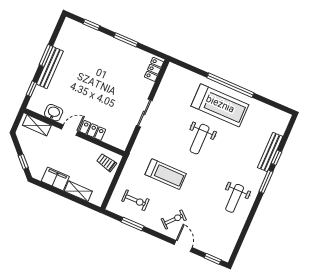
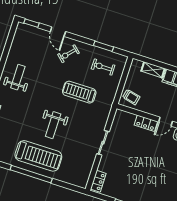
treadmill: (220, 105) -> (38, 156), turned 180
weight bench: (200, 139) -> (53, 125), turned 180

